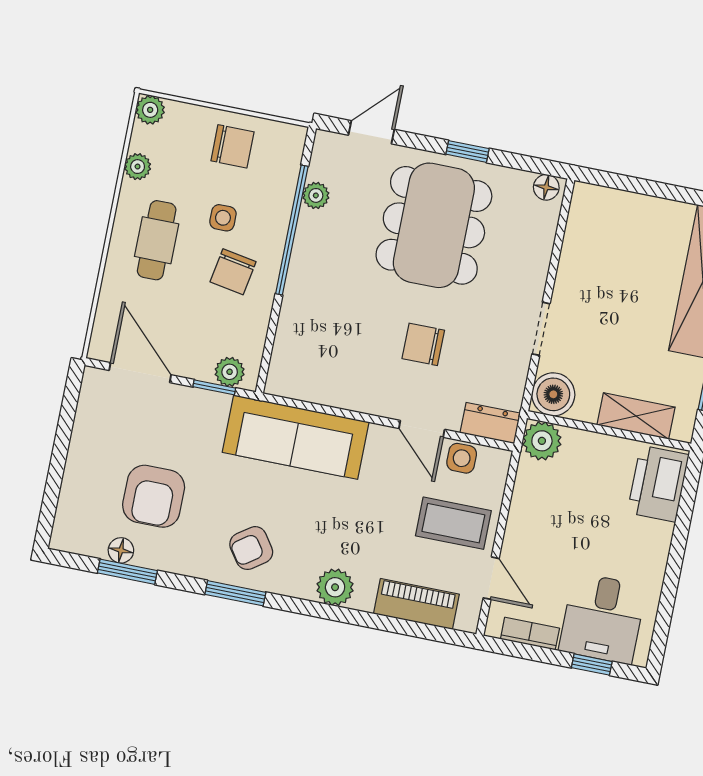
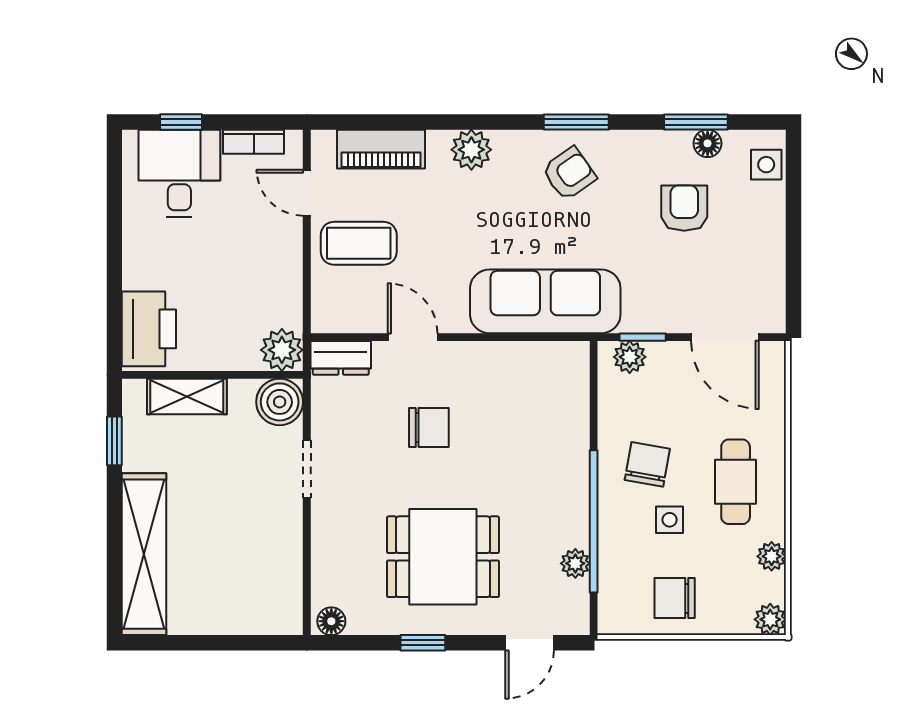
dining table: (434, 225) -> (443, 557), width x0.73
side table: (462, 458) -> (766, 165), moved
armchair: (154, 496) -> (684, 208), width x0.72, depth x0.72

